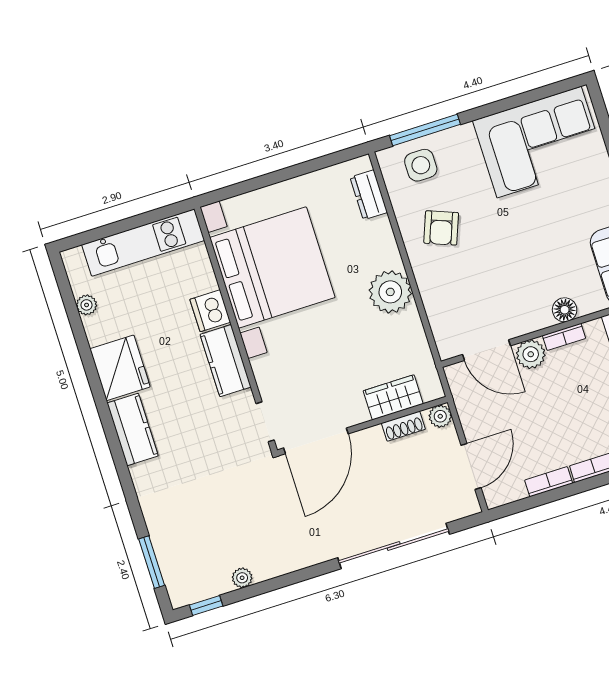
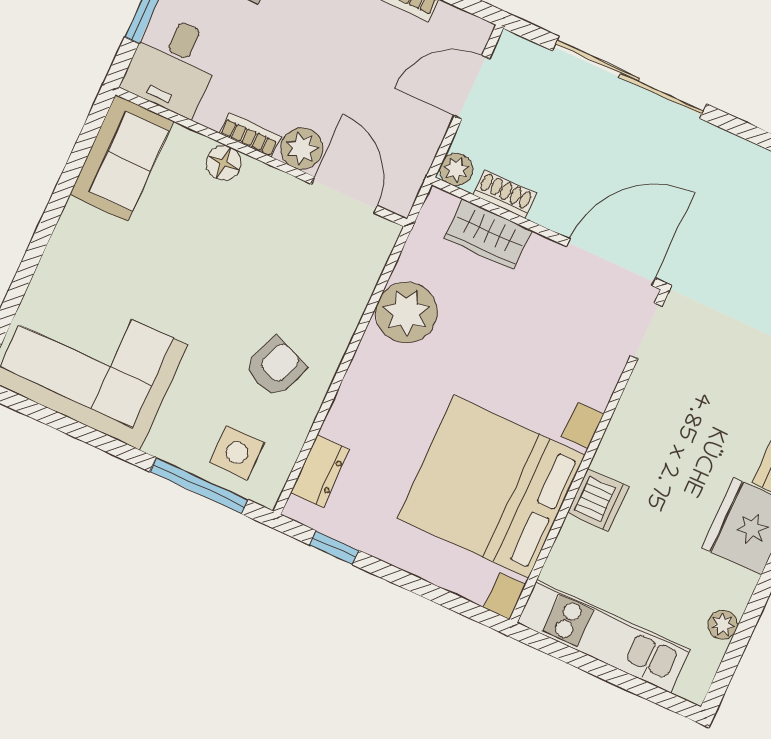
window: (325, 162) -> (334, 548), added
plant: (390, 292) -> (407, 312), moved
kitchen counter: (226, 361) -> (629, 433), removed

